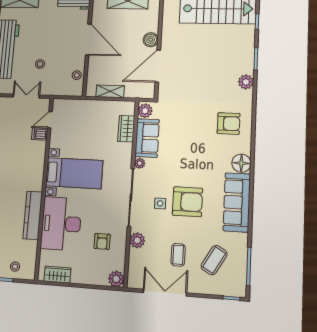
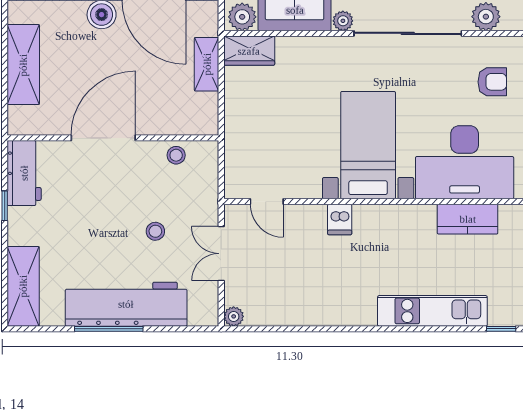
shelving: (110, 91) -> (207, 64), moved
wardrobe: (126, 129) -> (249, 51), moved
dishwasher: (40, 134) -> (340, 219), moved
kitchen counter: (33, 215) -> (468, 219), width x0.67

